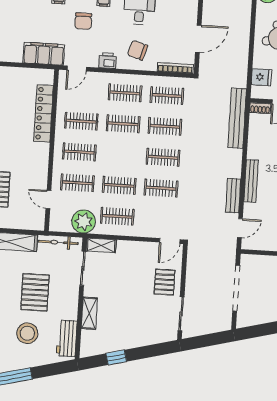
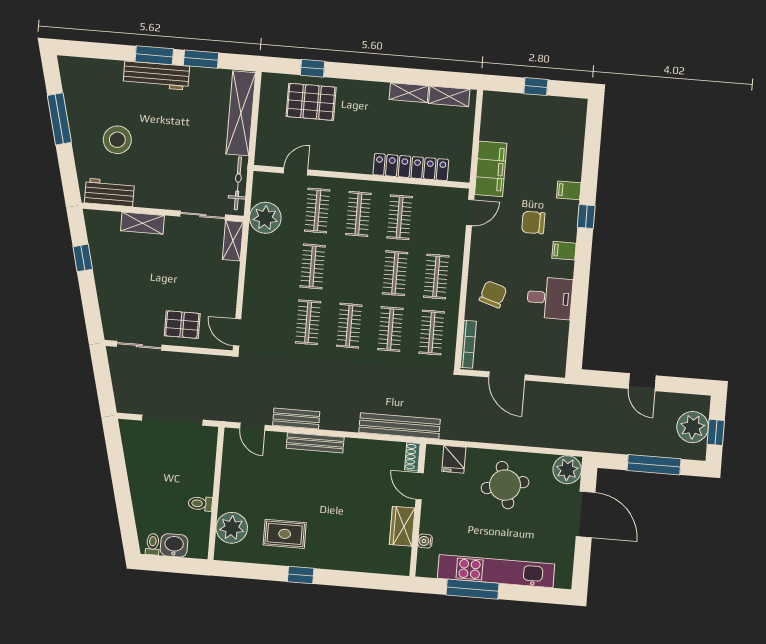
printer: (108, 61) -> (480, 254), removed
door: (77, 69) -> (470, 213), swing flipped
clothes rail: (117, 216) -> (271, 263), removed
pallet: (35, 292) -> (172, 151), removed

